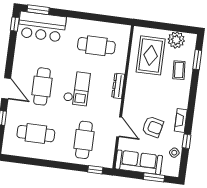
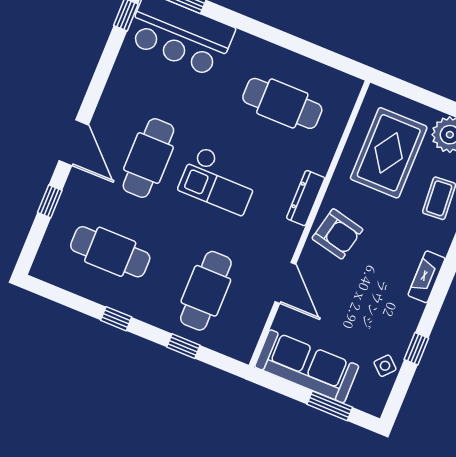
checkout: (77, 88) -> (219, 180), turned 90
fireplace: (181, 120) -> (427, 277), moved
armchair: (153, 127) -> (337, 234), moved
window: (47, 163) -> (116, 319), added
window: (95, 170) -> (183, 346), moved

